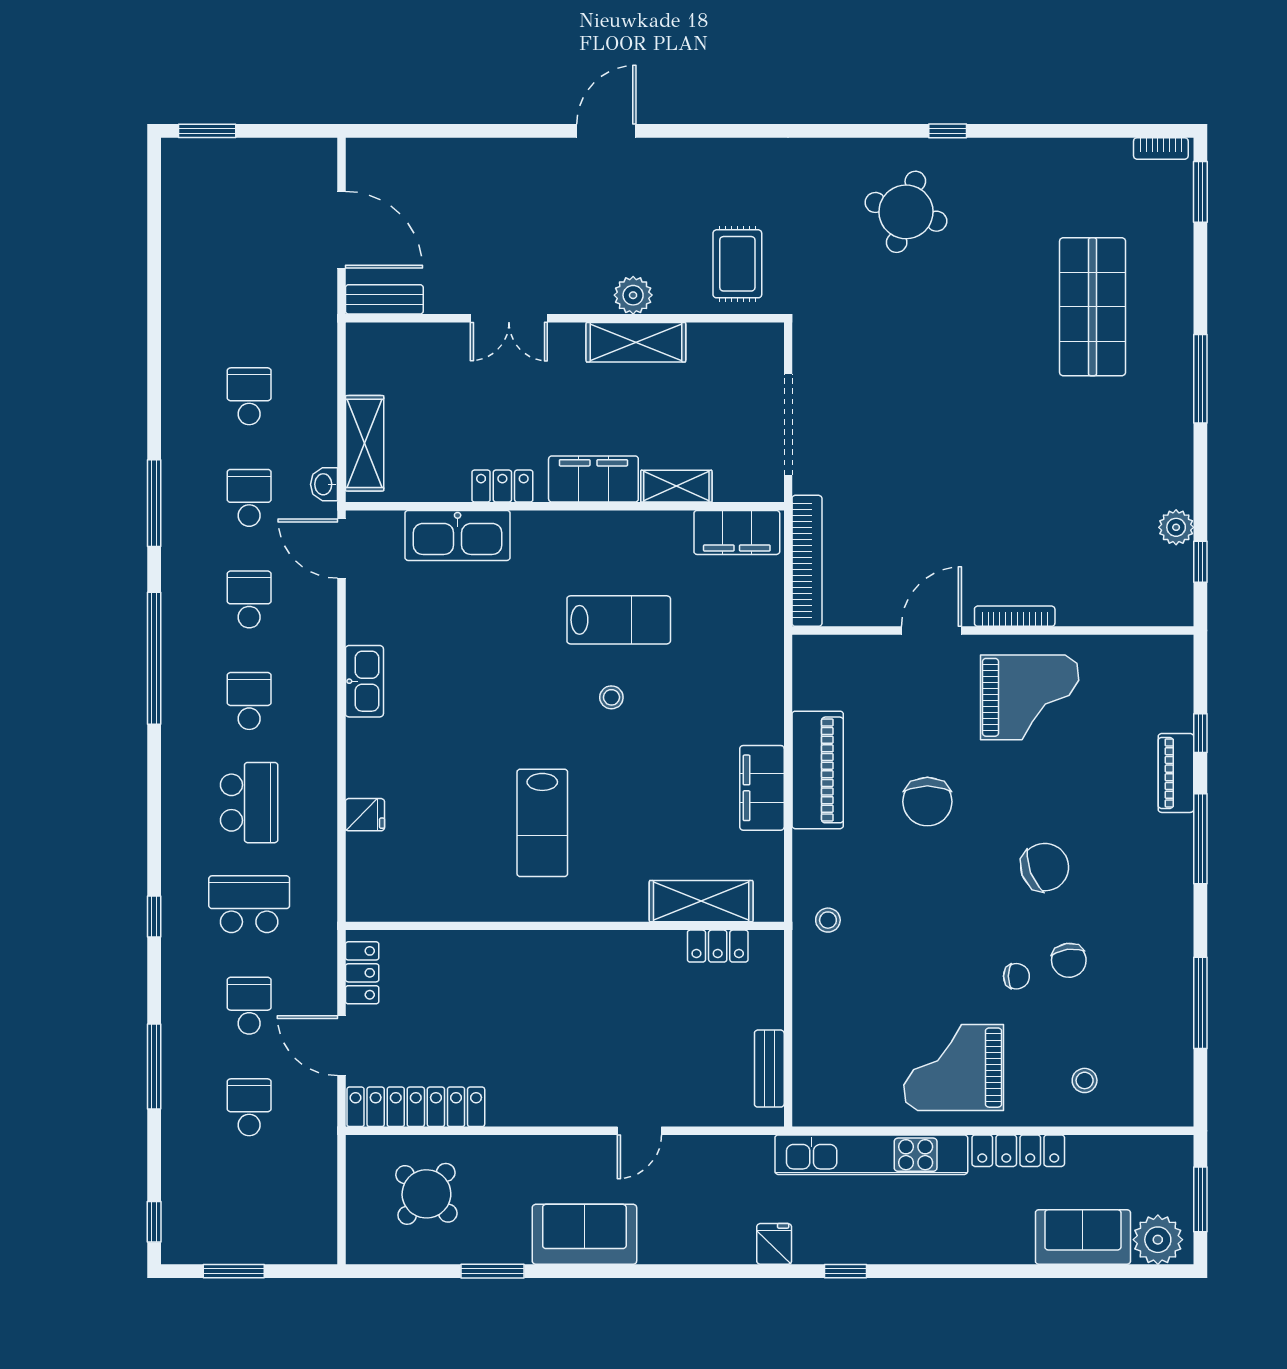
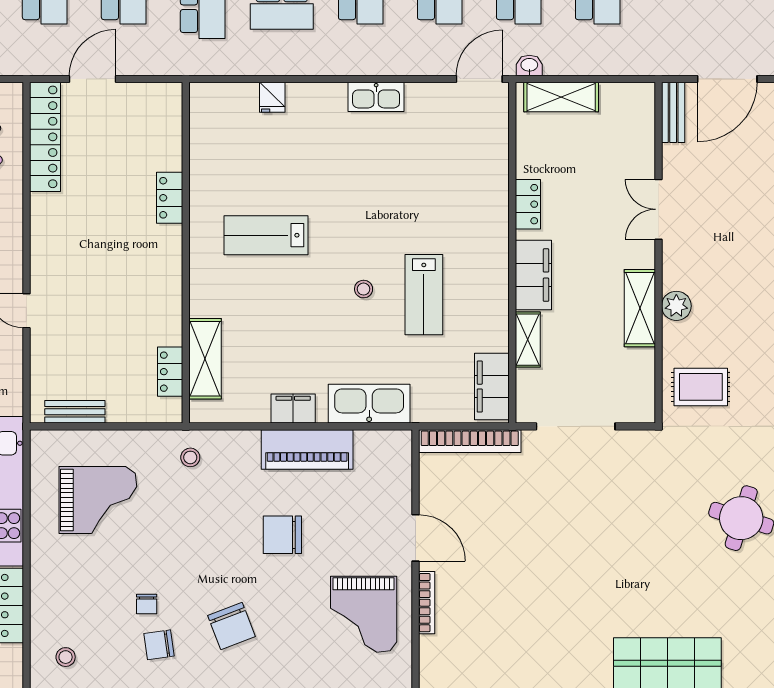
kitchen sink: (458, 535) -> (369, 404), moved, turned 90
filing cabinet: (762, 788) -> (293, 409), width x0.67, depth x0.86
locker: (362, 973) -> (170, 198), moved, turned 90
grand piano: (954, 1068) -> (98, 500), moved, turned 90

